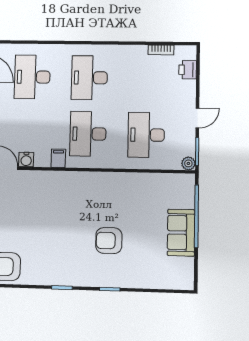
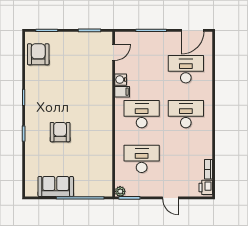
printer: (188, 70) -> (206, 187), moved, turned -90
door: (197, 118) -> (170, 198), moved
water cooler: (26, 159) -> (121, 80), moved
sofa: (181, 233) -> (56, 186), moved

